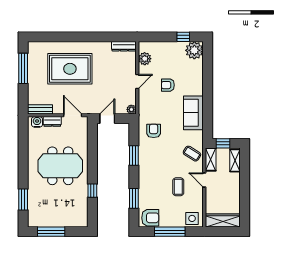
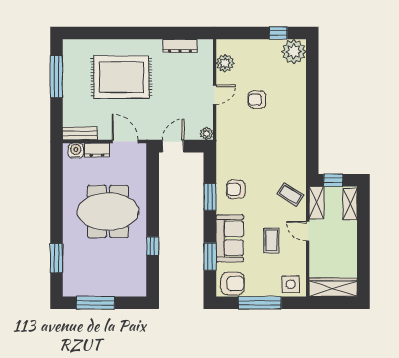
dresser: (124, 46) -> (180, 46), moved
sofa: (193, 113) -> (230, 238), moved, turned 180
armchair: (154, 131) -> (236, 189), moved, turned -90

